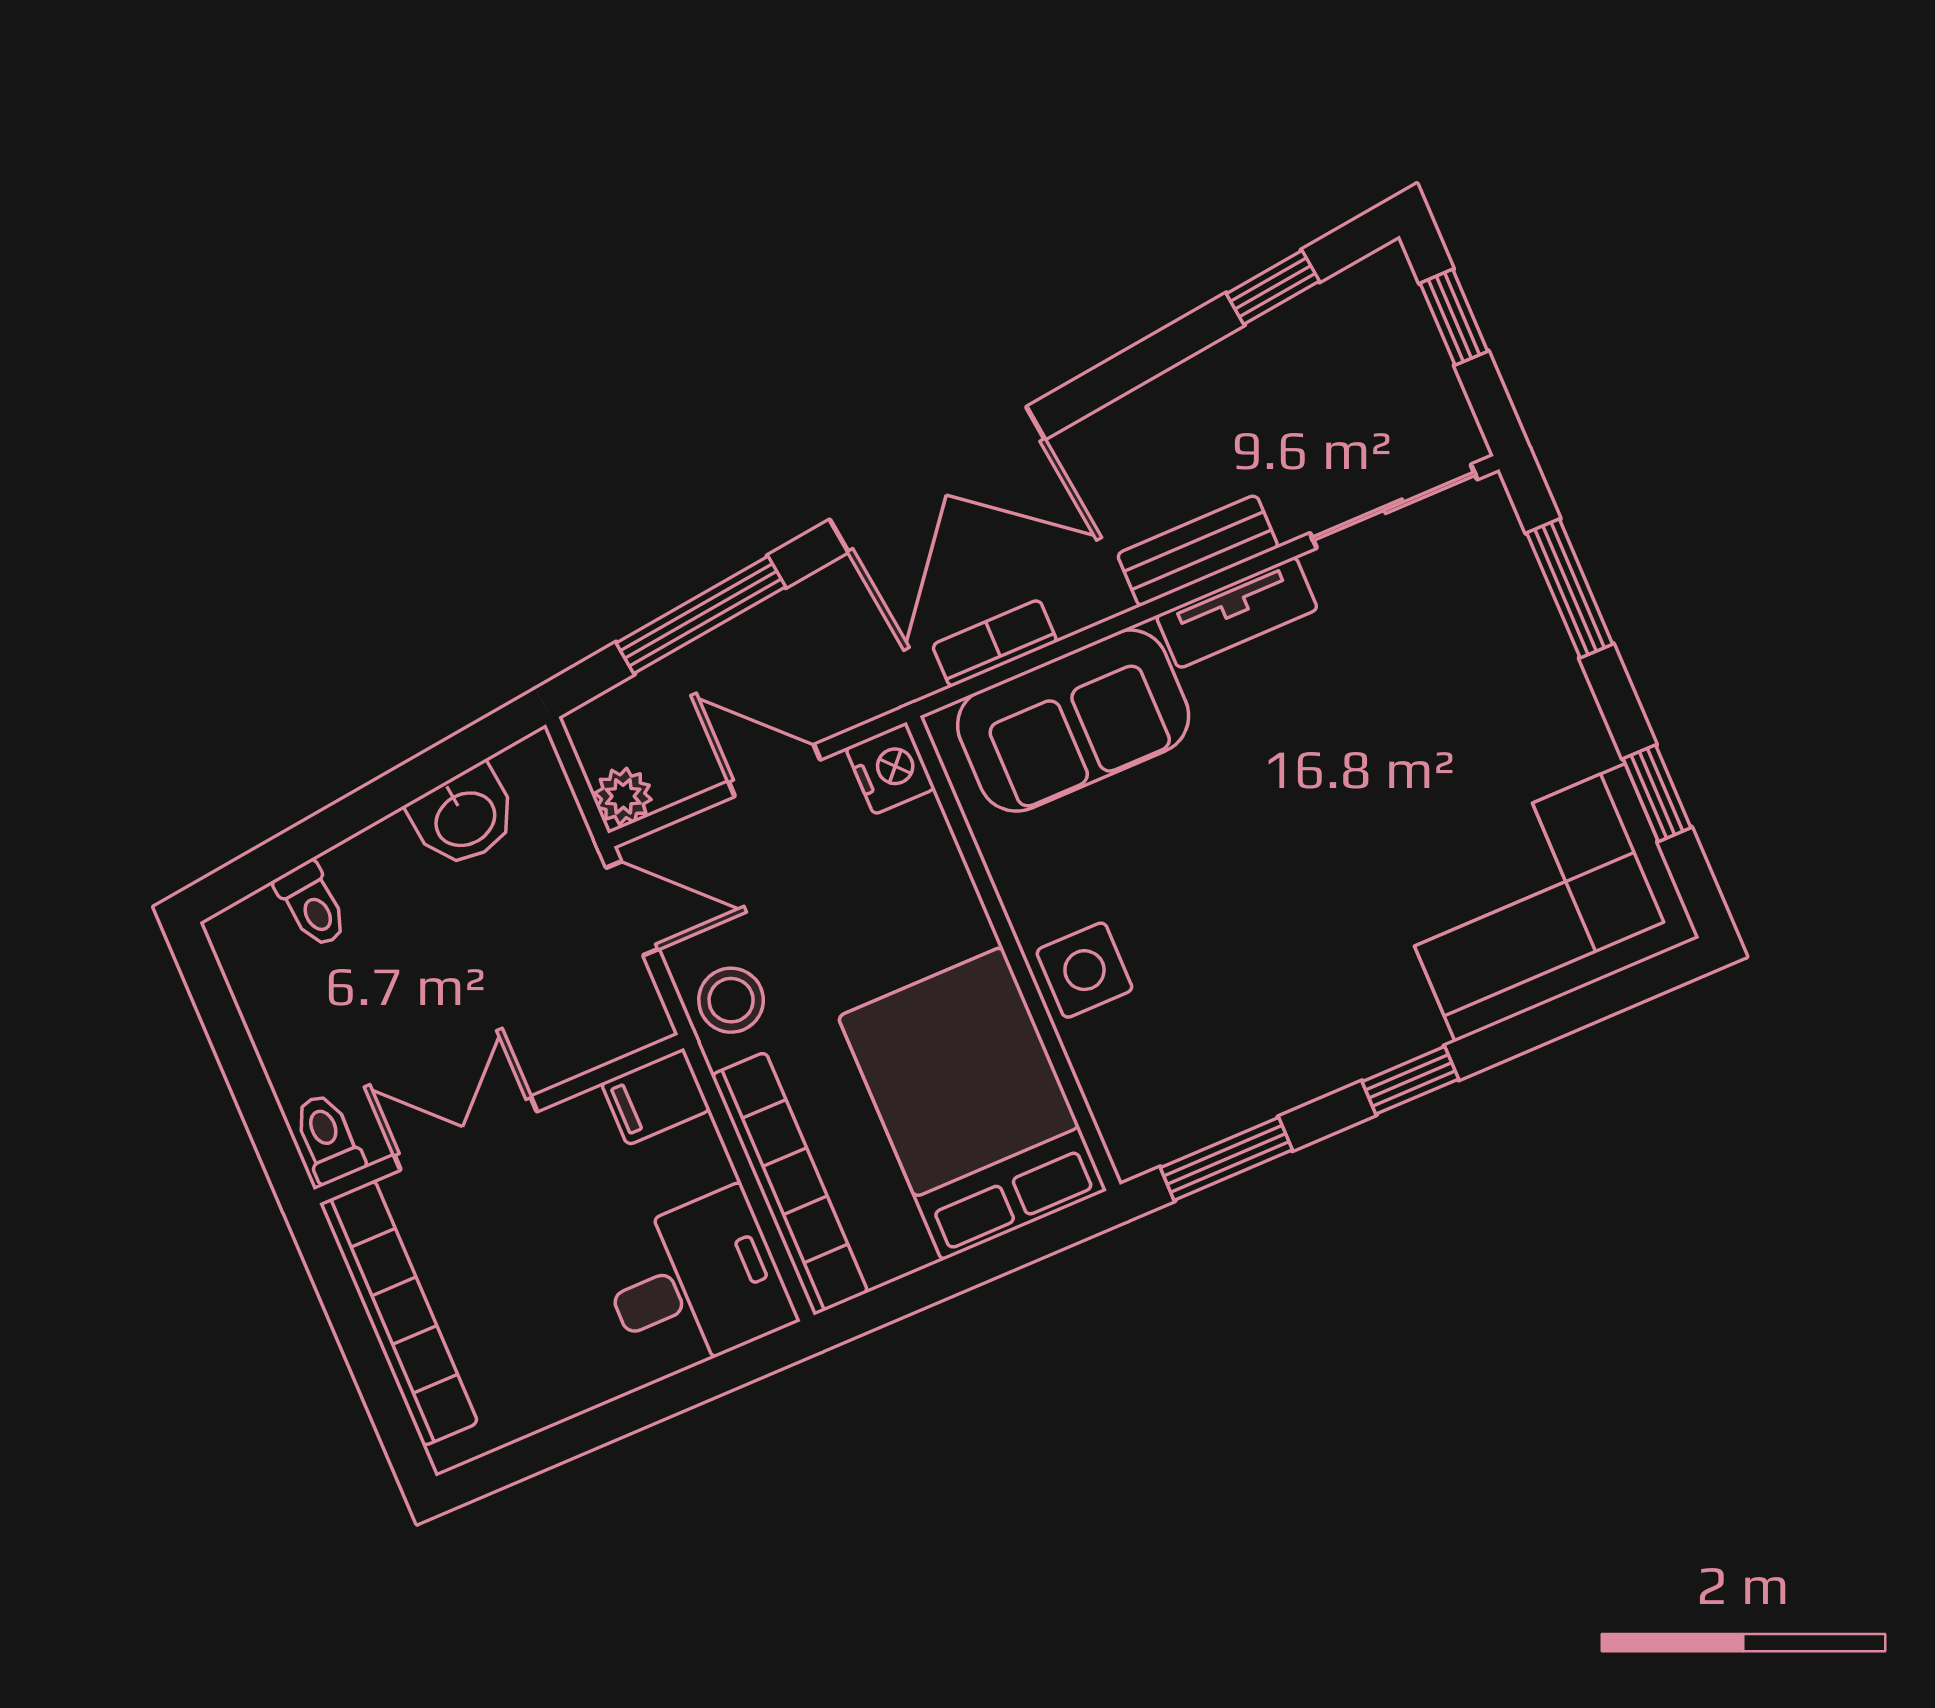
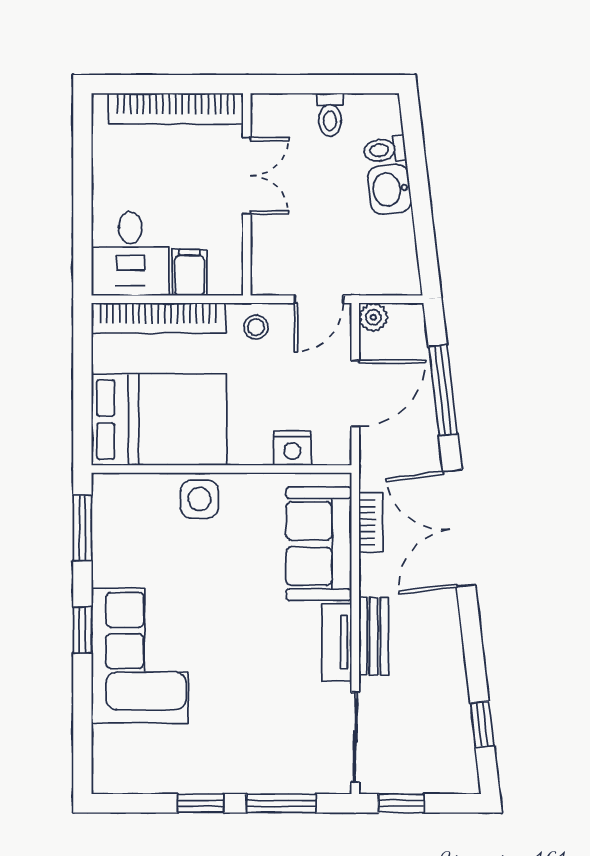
window: (1454, 317) -> (401, 803), moved
nightstand: (890, 768) -> (292, 448), moved
door: (774, 771) -> (355, 393), width x1.38
window: (1657, 793) -> (201, 803), moved
washbasin: (464, 817) -> (390, 189), moved
corner sofa: (1540, 903) -> (140, 656), moved
stool: (731, 1000) -> (256, 327), width x0.73, depth x0.73
filing cabinet: (656, 1097) -> (189, 272), moved
toilet: (328, 1138) -> (330, 115), moved, turned 90

